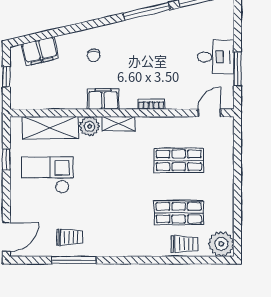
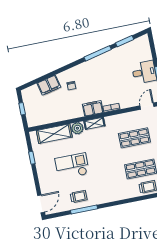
filing cabinet: (40, 51) -> (49, 85), moved
filing cabinet: (103, 99) -> (93, 108), moved
checkout: (47, 175) -> (72, 166), moved

